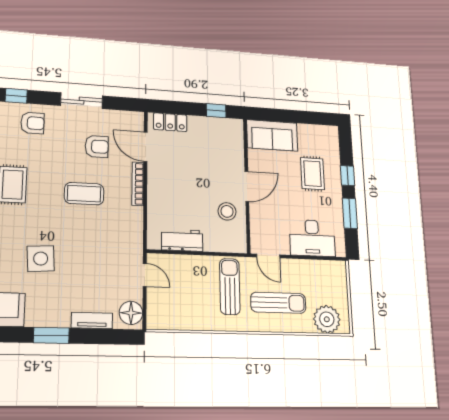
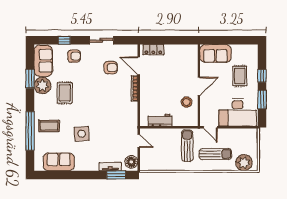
window: (216, 111) -> (181, 40), removed
coffee table: (84, 194) -> (104, 96), removed
desk: (312, 238) -> (238, 112), width x1.36, depth x1.30
window: (51, 335) -> (116, 175), moved

